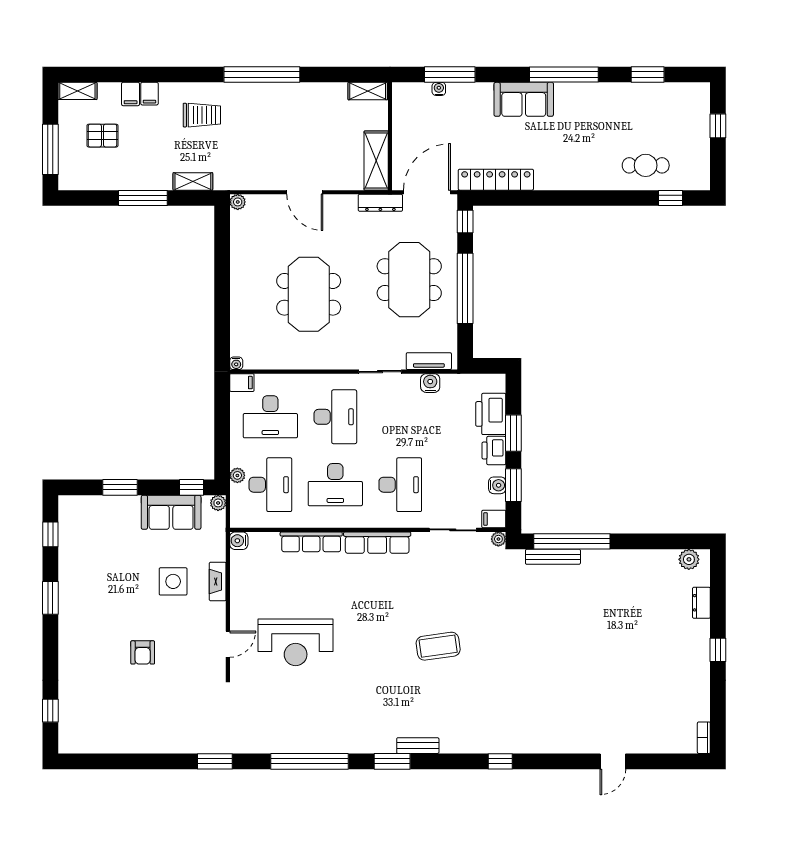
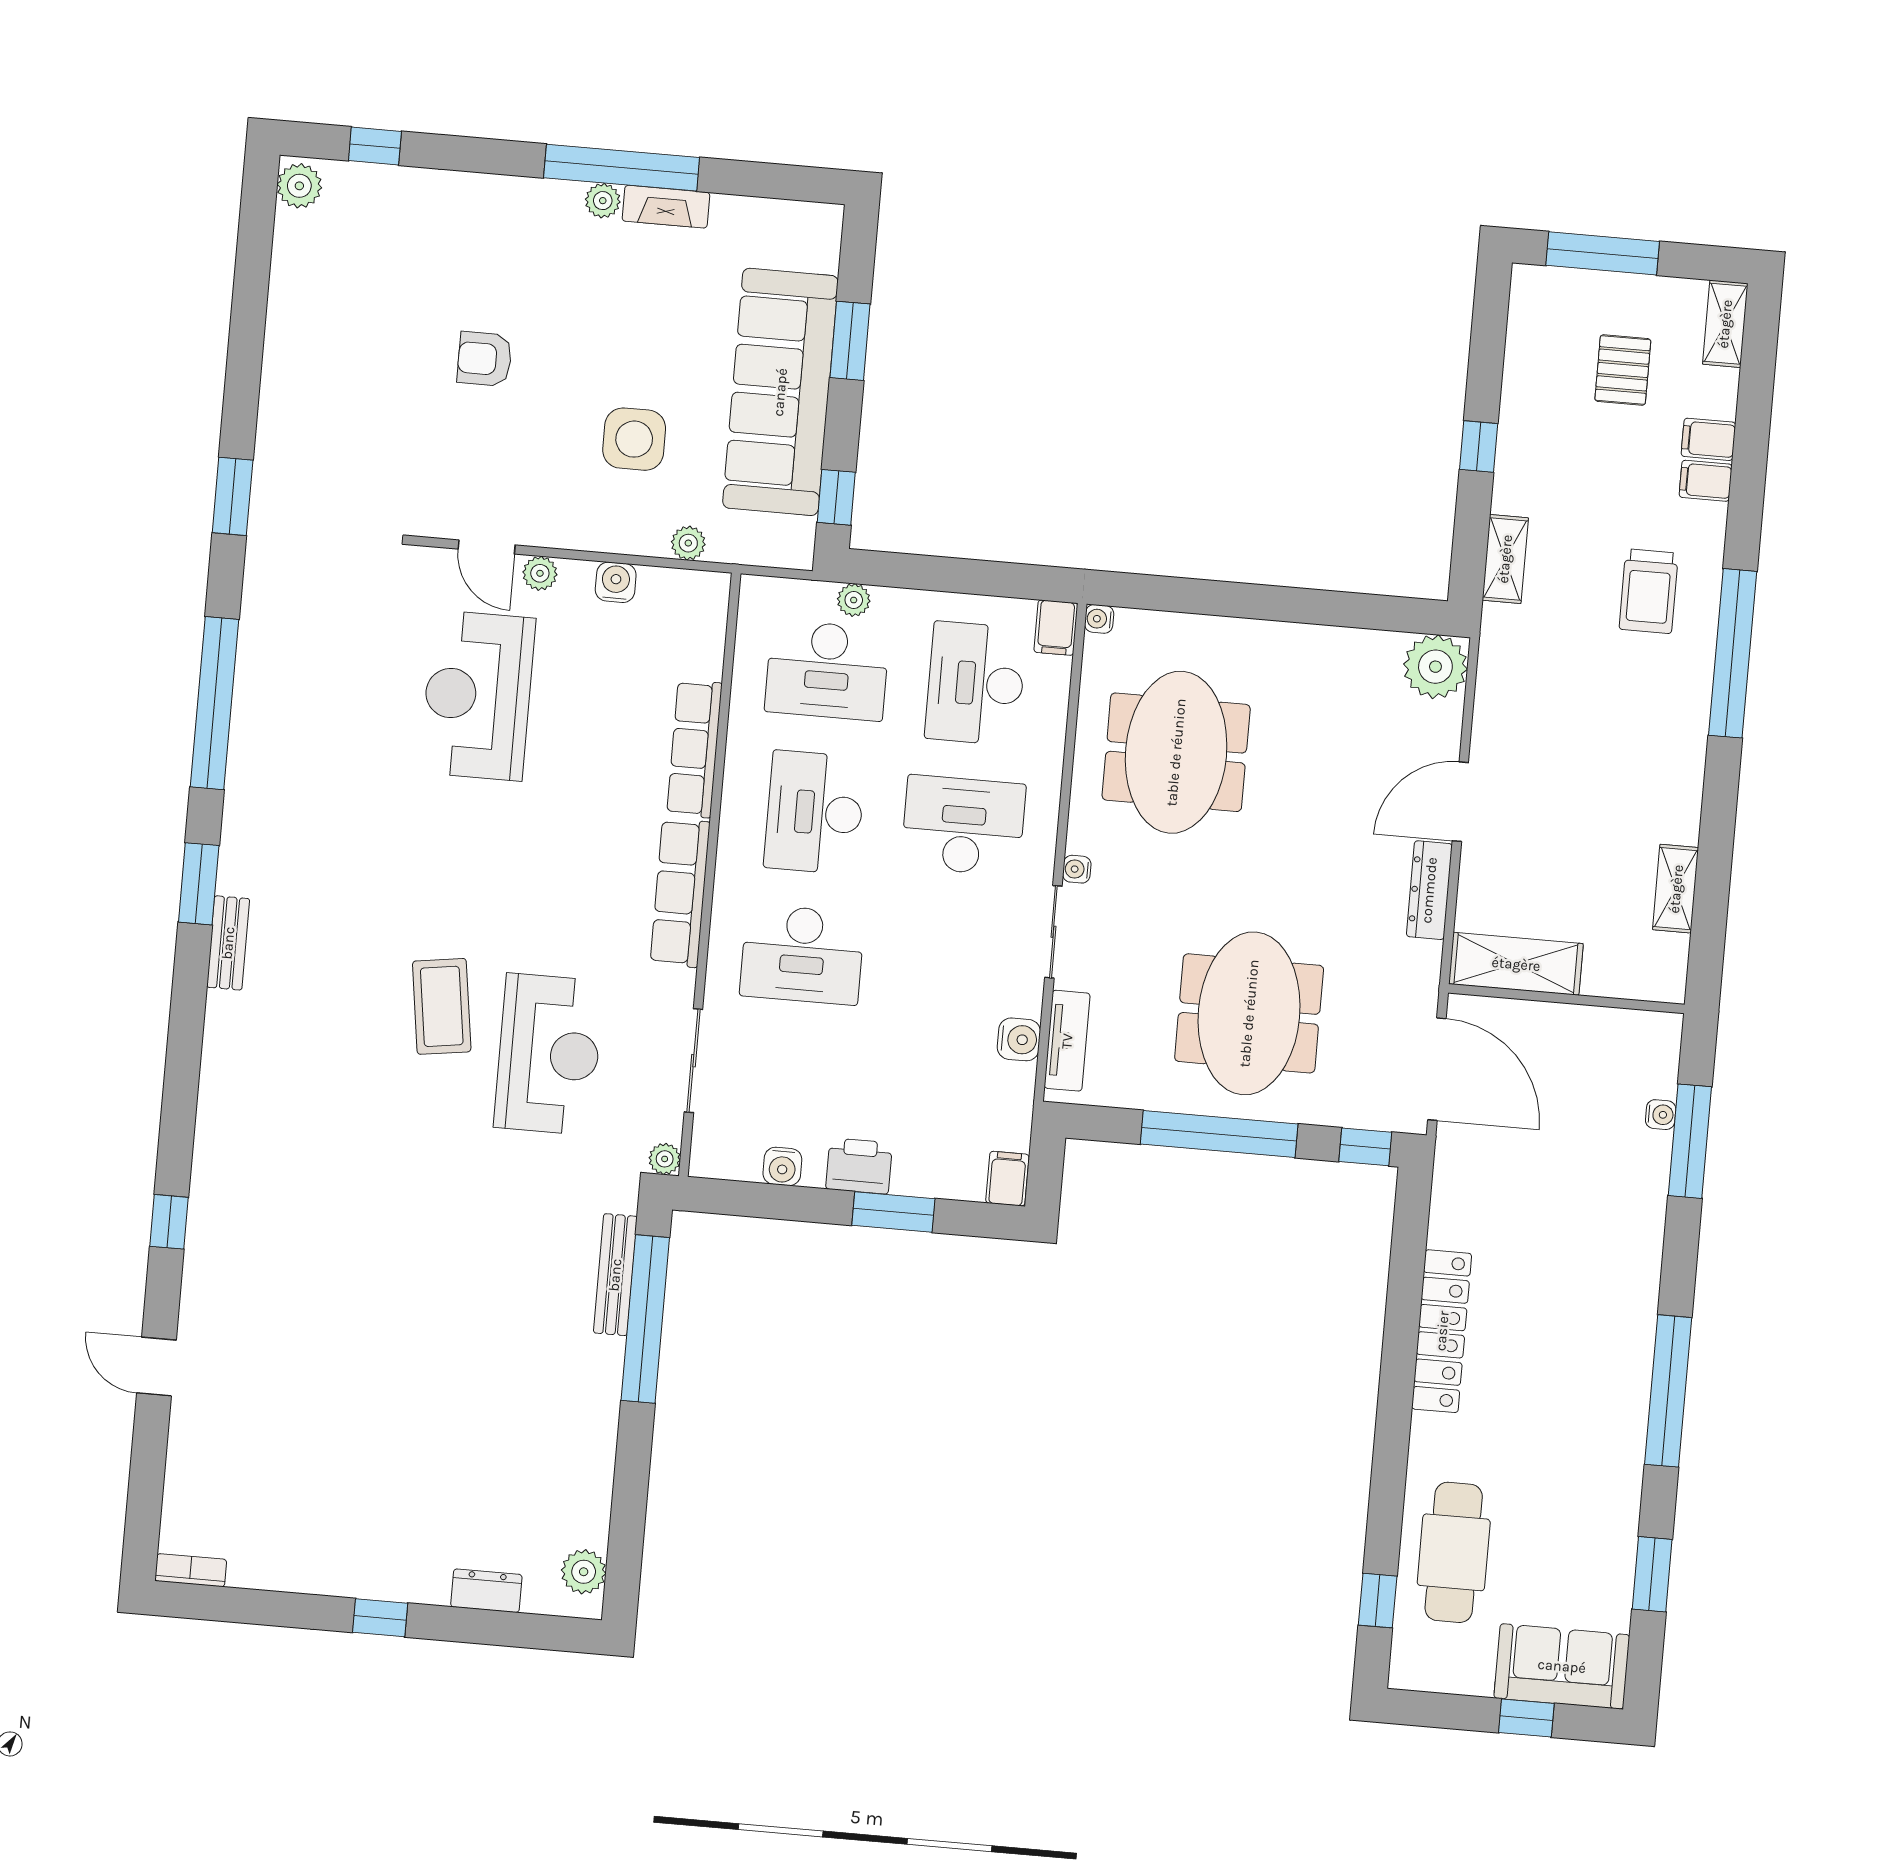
window: (262, 75) -> (1733, 653), moved
shelving: (368, 91) -> (1676, 889), moved
sofa: (524, 99) -> (1562, 1666), moved, turned 90
cafe table: (646, 165) -> (1454, 1552), width x1.37, depth x1.35
locker: (496, 180) -> (1442, 1331), moved
window: (143, 198) -> (1479, 447), width x0.46
plant: (238, 202) -> (1435, 667), width x1.88, depth x1.88
dresser: (380, 203) -> (1429, 890), moved
meeting table: (409, 280) -> (1249, 1013), turned 90
meeting table: (309, 294) -> (1176, 752), moved, turned 90
water cooler: (351, 364) -> (1077, 869), added
printer: (491, 414) -> (940, 1166), removed
desk: (335, 417) -> (963, 825), turned 180
window: (513, 485) -> (780, 1202), removed
plant: (218, 503) -> (688, 543), moved
sofa: (171, 512) -> (780, 392), width x1.85, depth x1.27
filing cabinet: (494, 519) -> (1007, 1179), moved
window: (50, 534) -> (761, 180), removed
water cooler: (239, 541) -> (616, 582), moved
fireplace: (218, 581) -> (666, 207), moved, turned 180
reception desk: (456, 596) -> (549, 1054), added
window: (50, 598) -> (622, 168), width x2.11
plant: (66, 605) -> (603, 201), added
plant: (238, 619) -> (540, 573), added
plant: (71, 743) -> (299, 186), added
window: (500, 761) -> (169, 1222), moved

